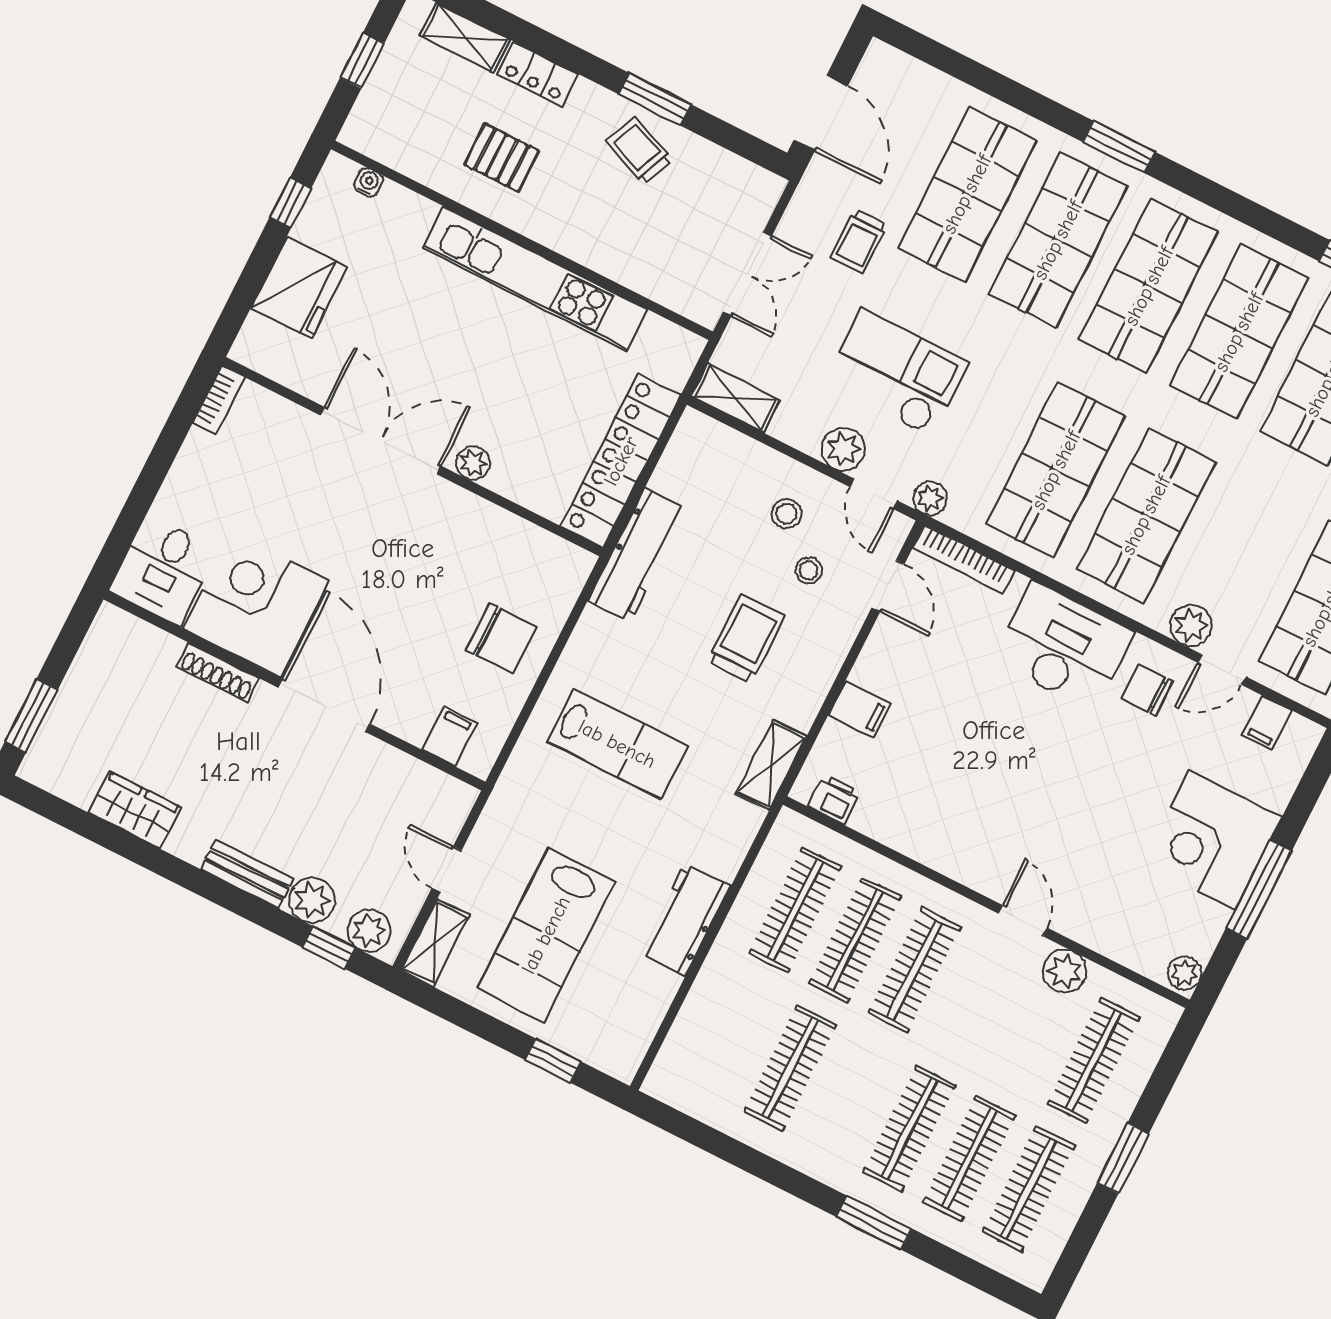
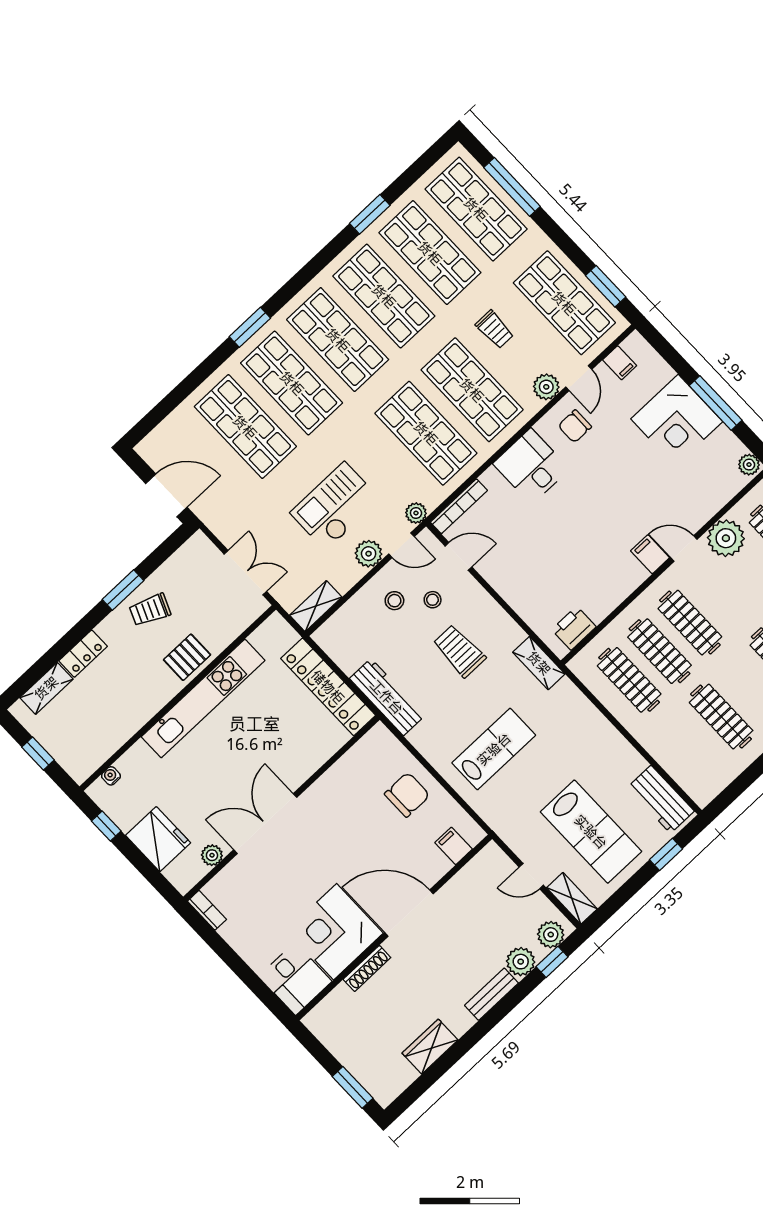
pallet: (501, 158) -> (187, 657), moved
trolley: (859, 242) -> (495, 329), moved
plant: (473, 463) -> (212, 855), moved
desk: (1063, 646) -> (531, 466), width x0.73
filing cabinet: (860, 709) -> (650, 554), moved, turned -90
printer: (834, 799) -> (574, 628), width x1.36, depth x1.24
workbench: (685, 919) -> (661, 799), moved
plant: (1065, 971) -> (726, 538), width x1.36, depth x1.36

